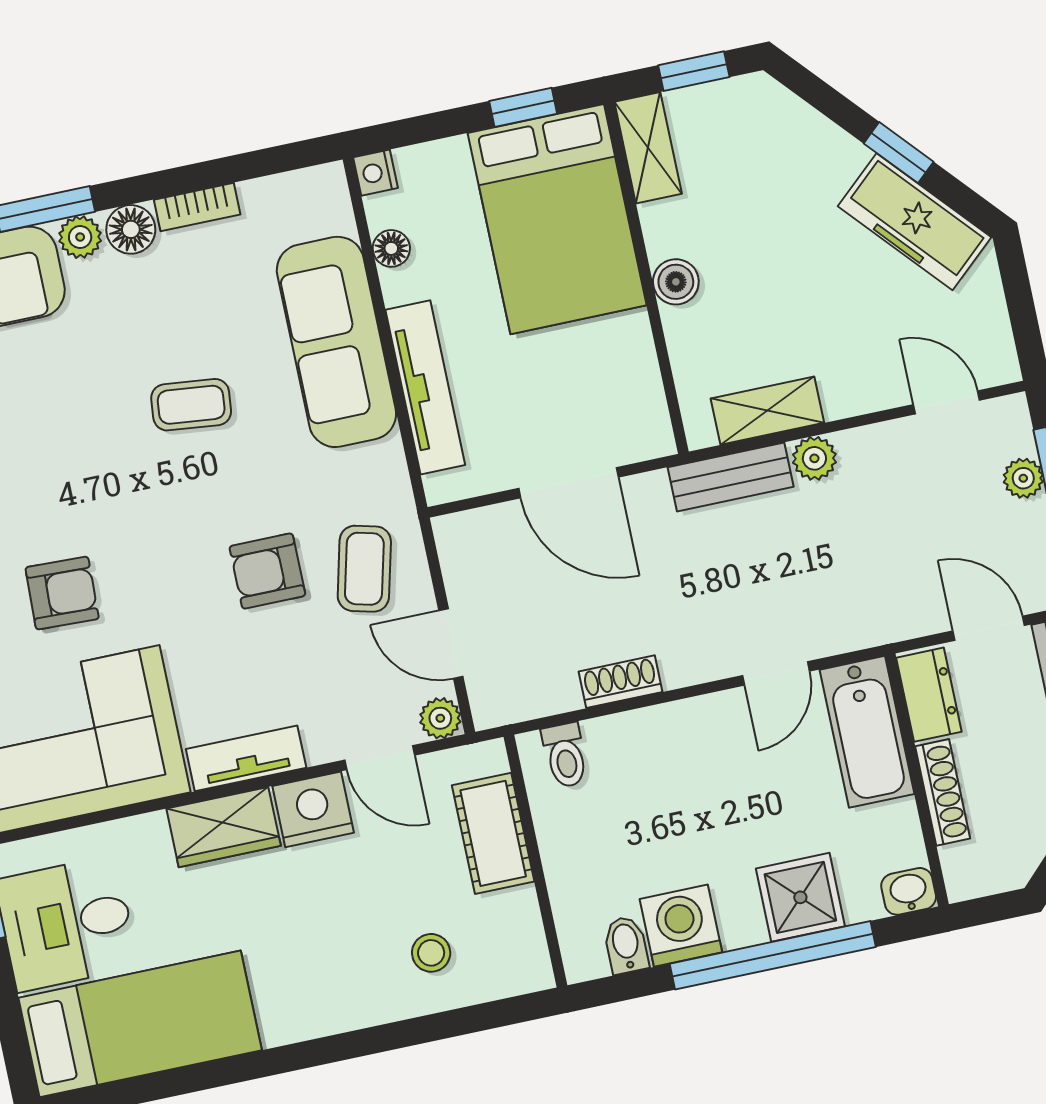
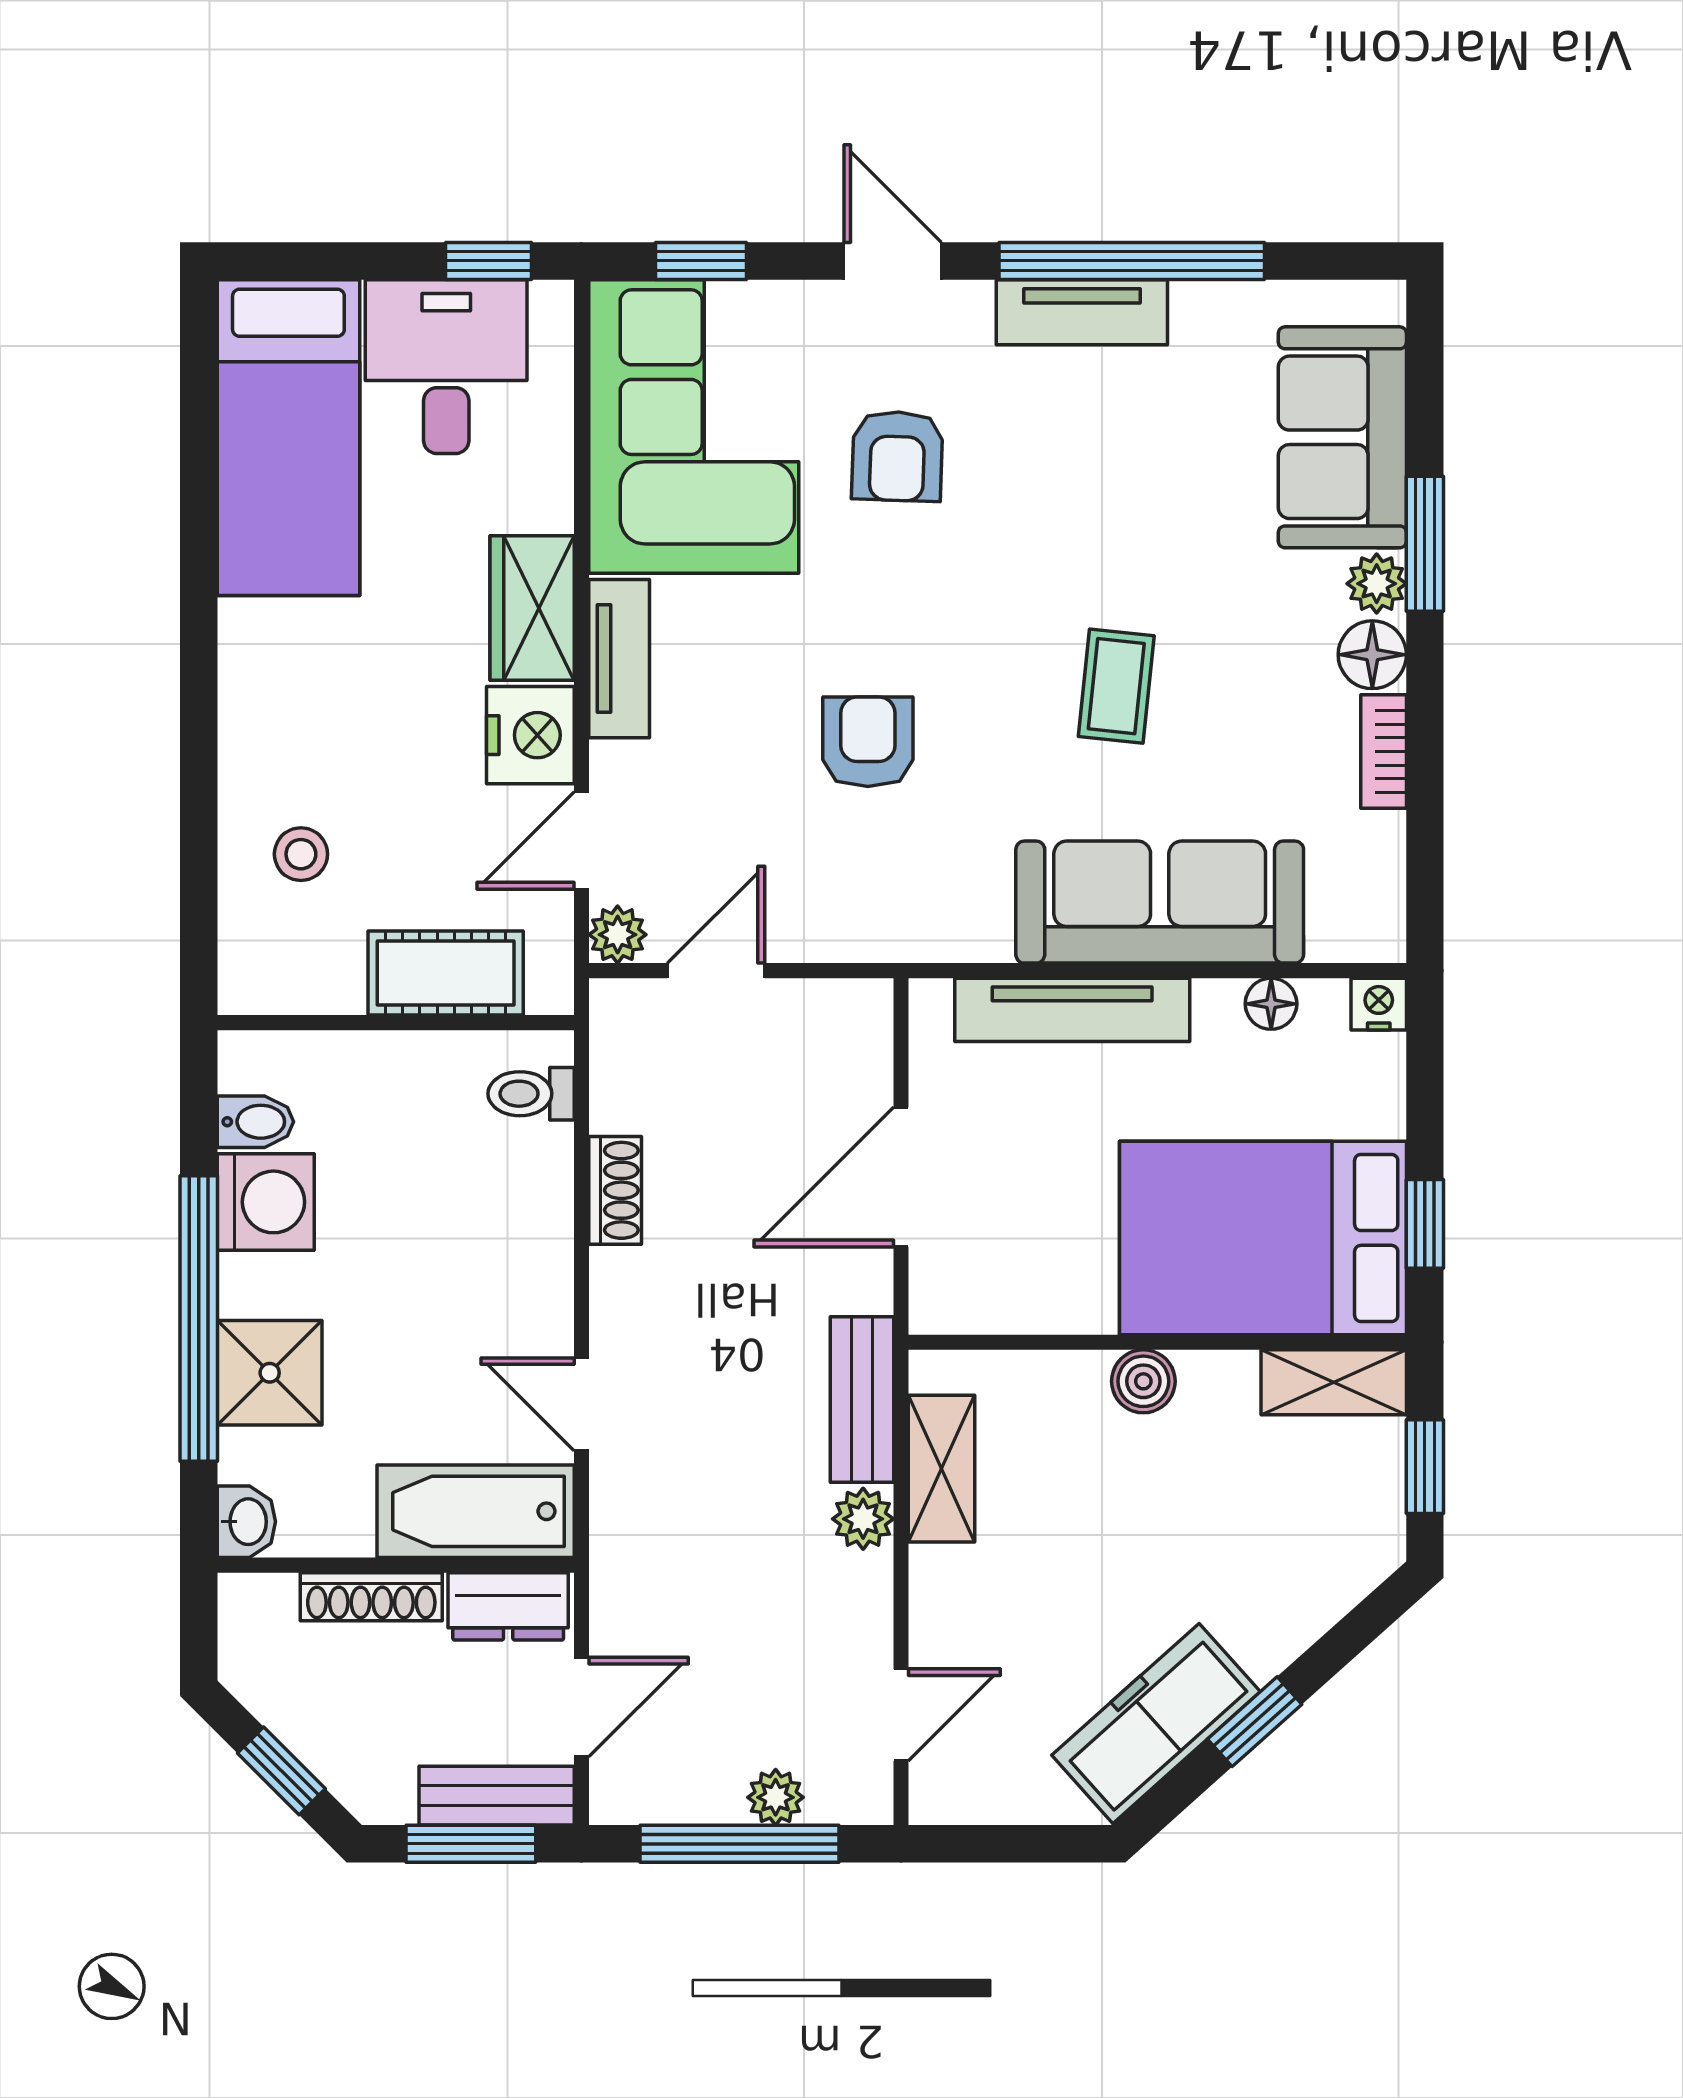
coffee table: (364, 569) -> (843, 874), removed

